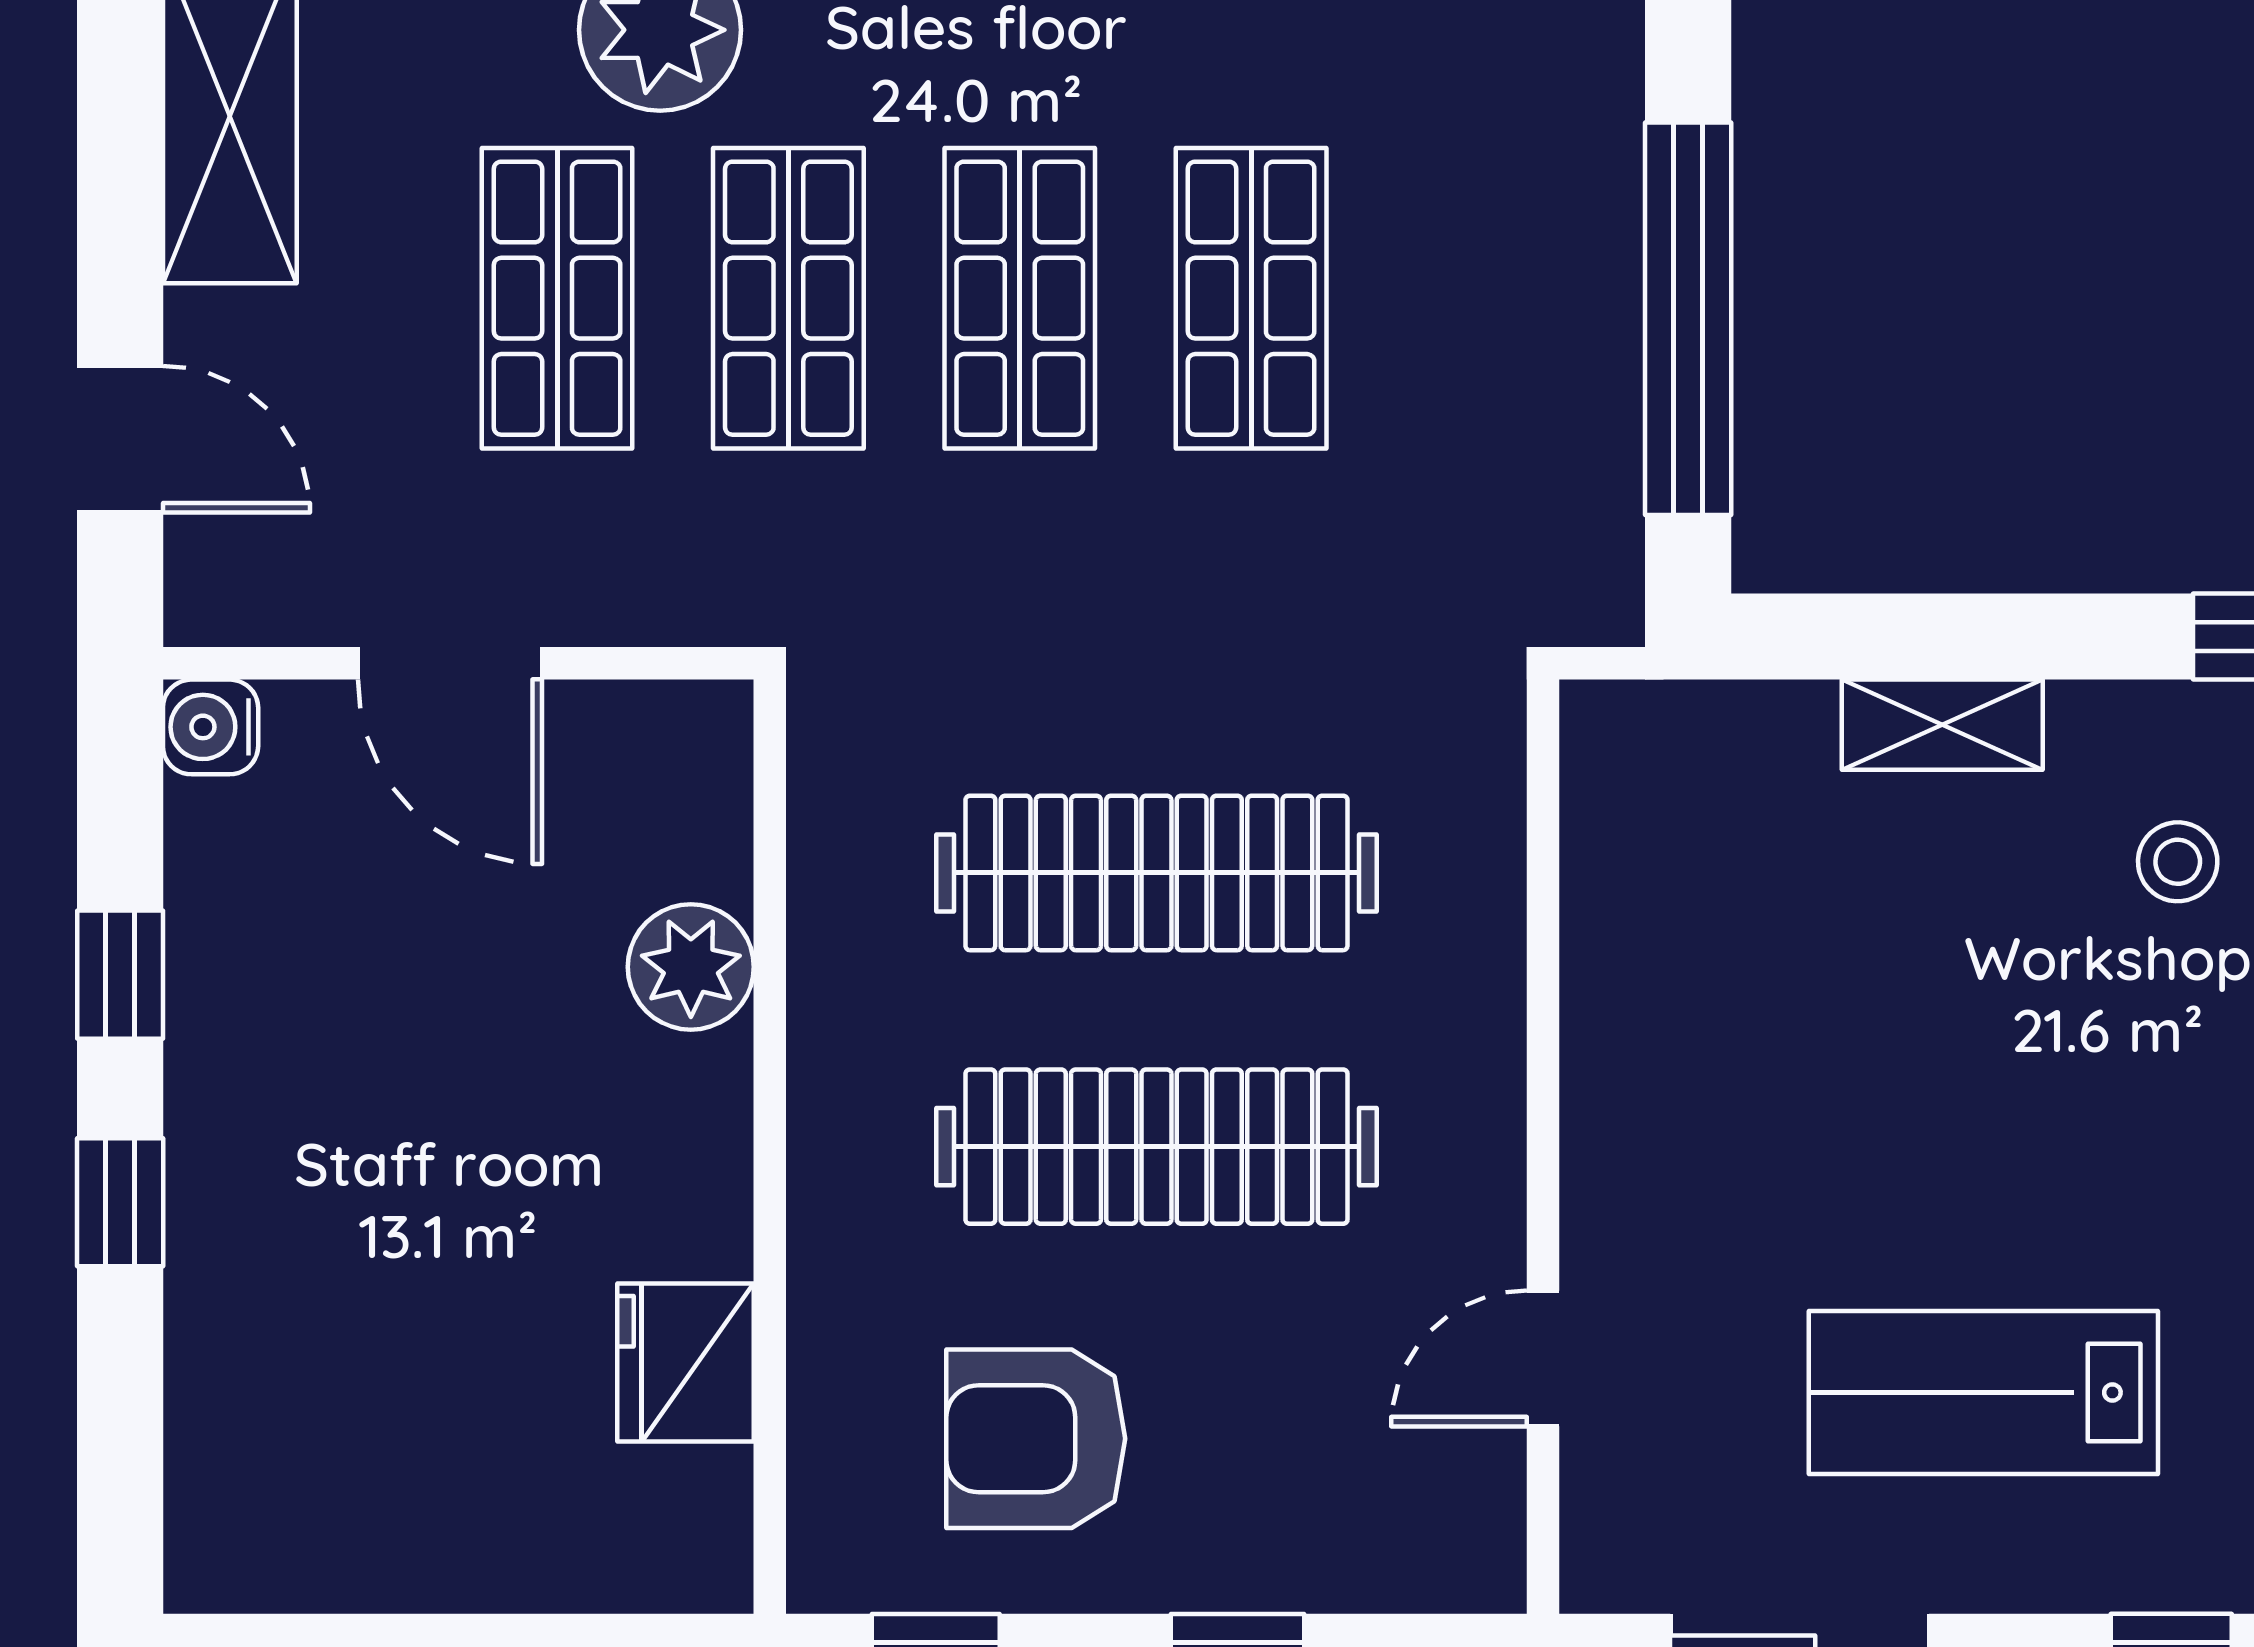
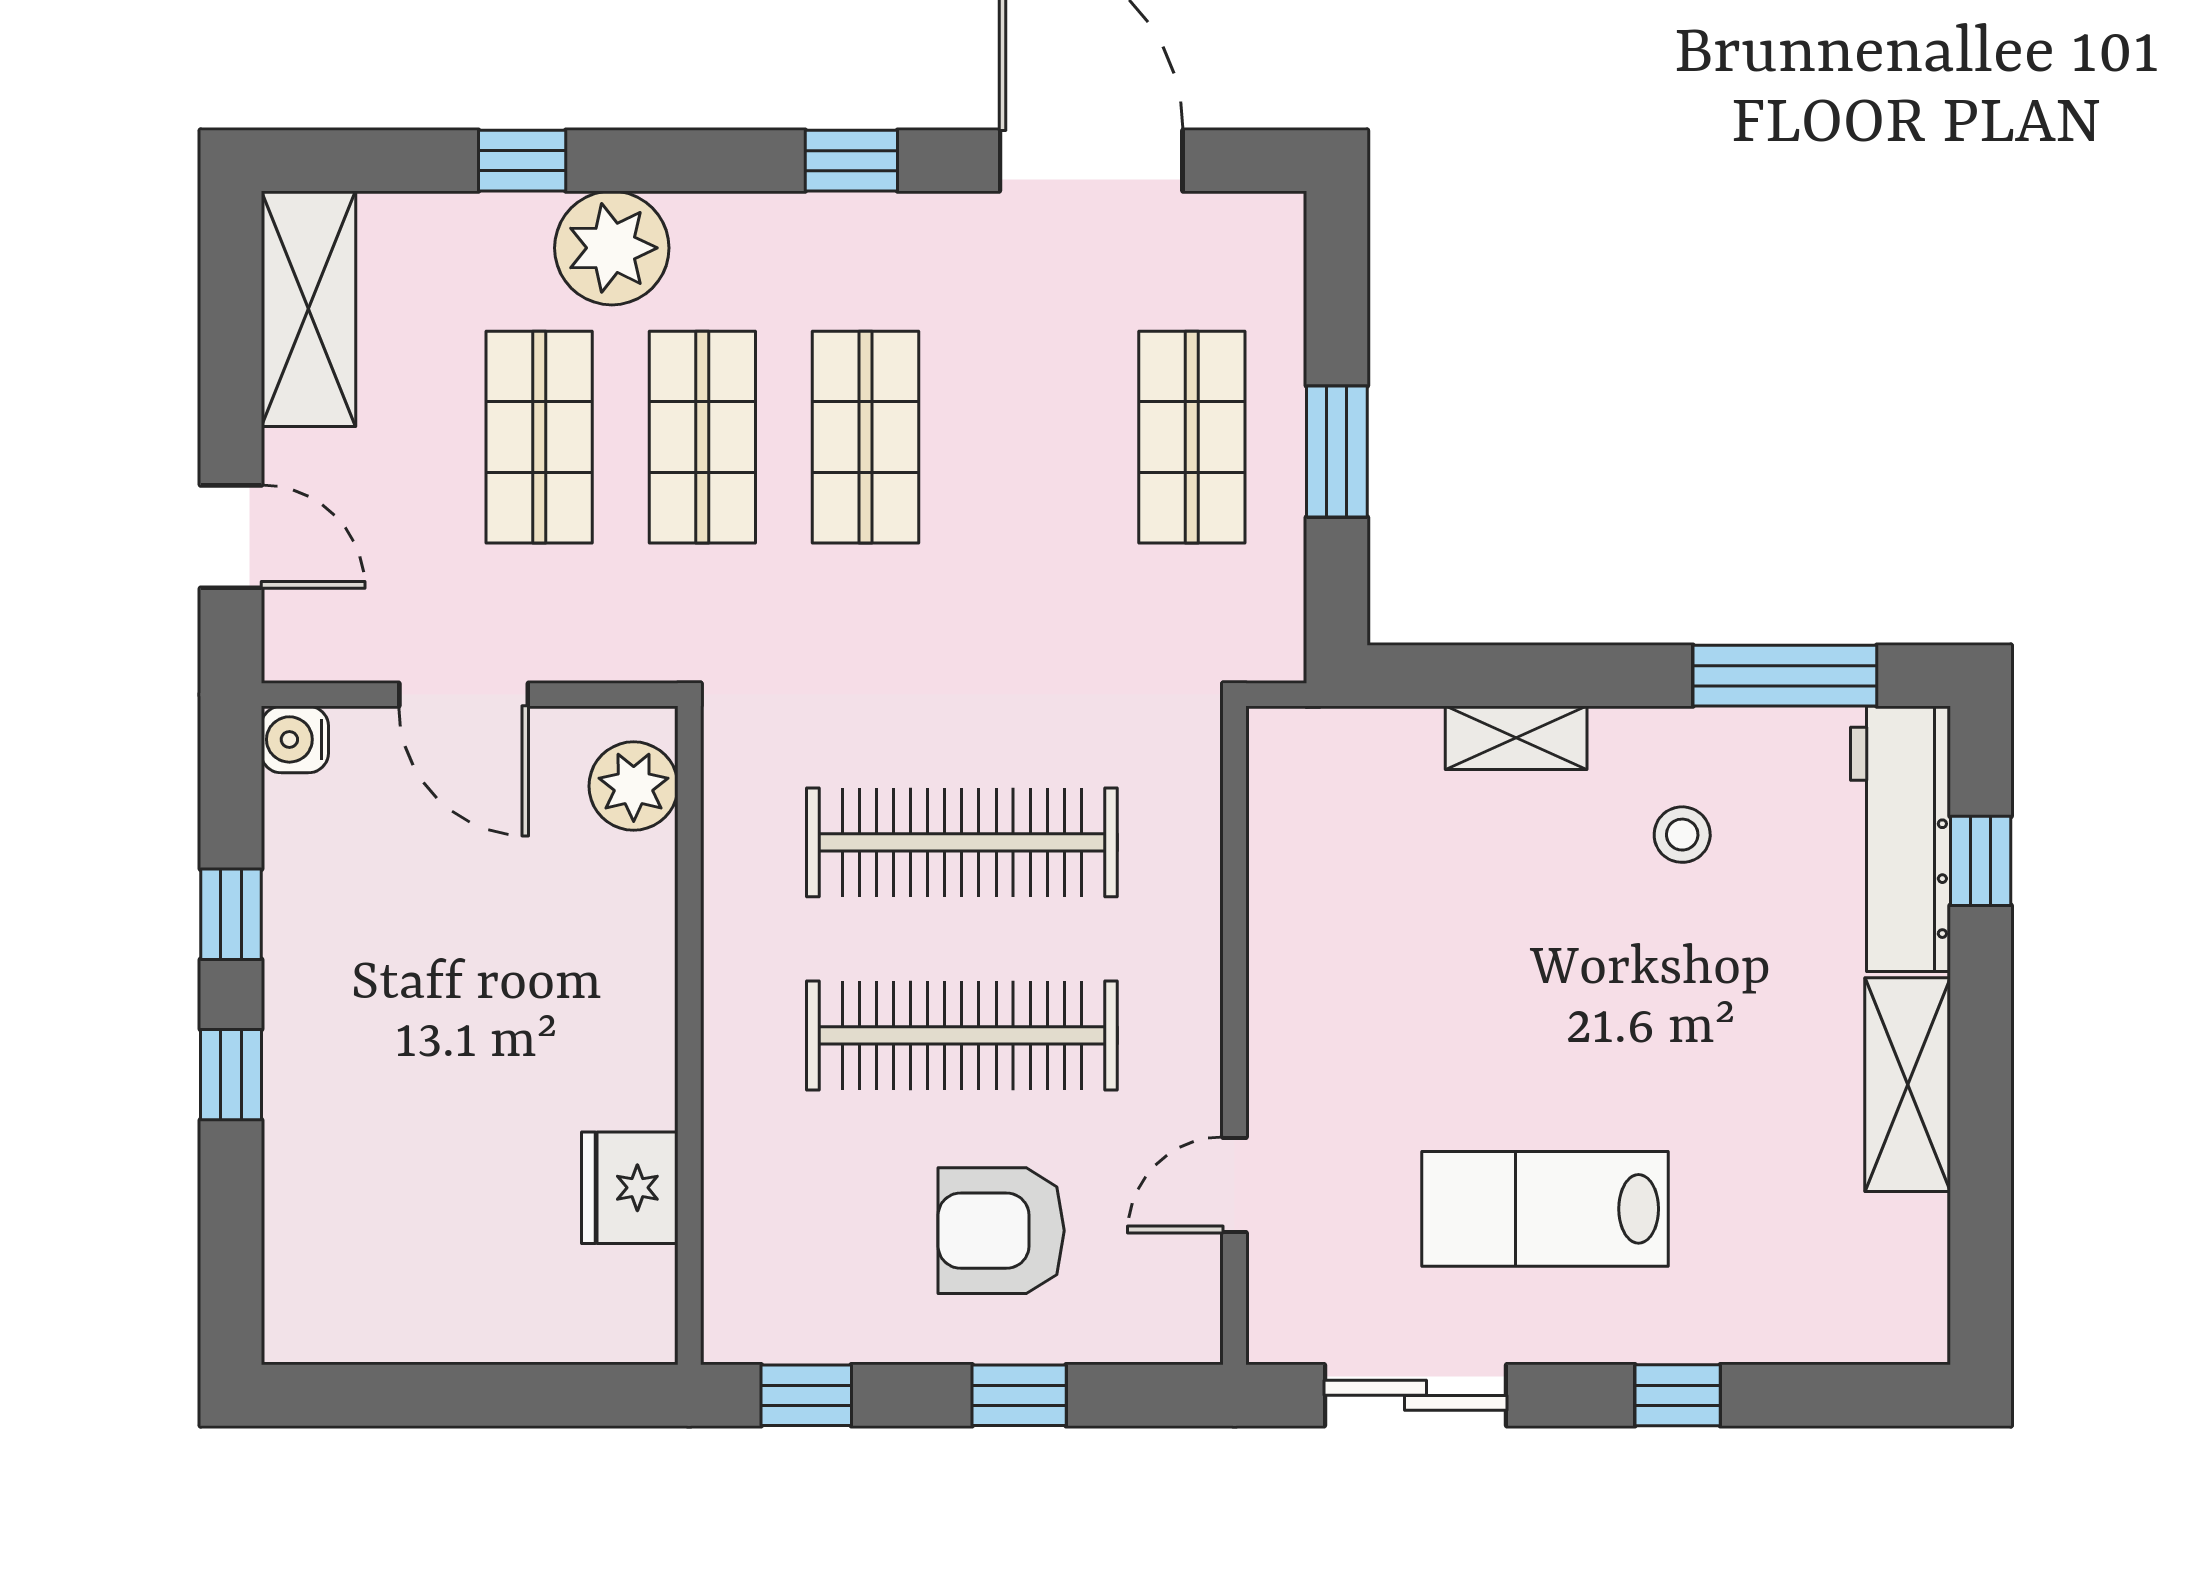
shop shelf: (1251, 298) -> (1192, 437), moved
window: (1688, 319) -> (1337, 452), width x0.47
plant: (691, 967) -> (634, 786), moved
armchair: (1036, 1439) -> (1001, 1231), moved

